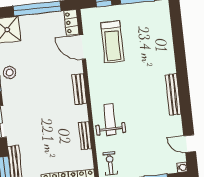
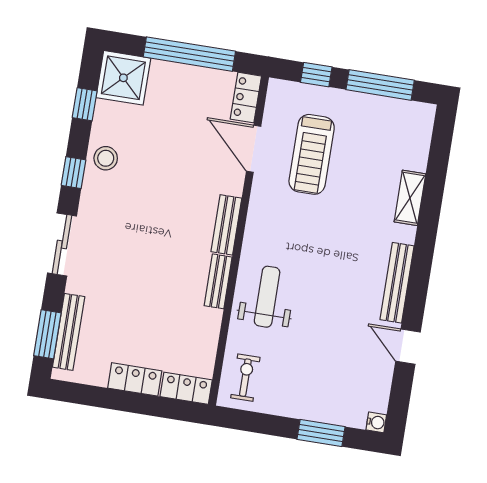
shelving: (168, 50) -> (410, 198), added
bench: (85, 136) -> (218, 281), moved
door: (190, 144) -> (408, 347), moved

